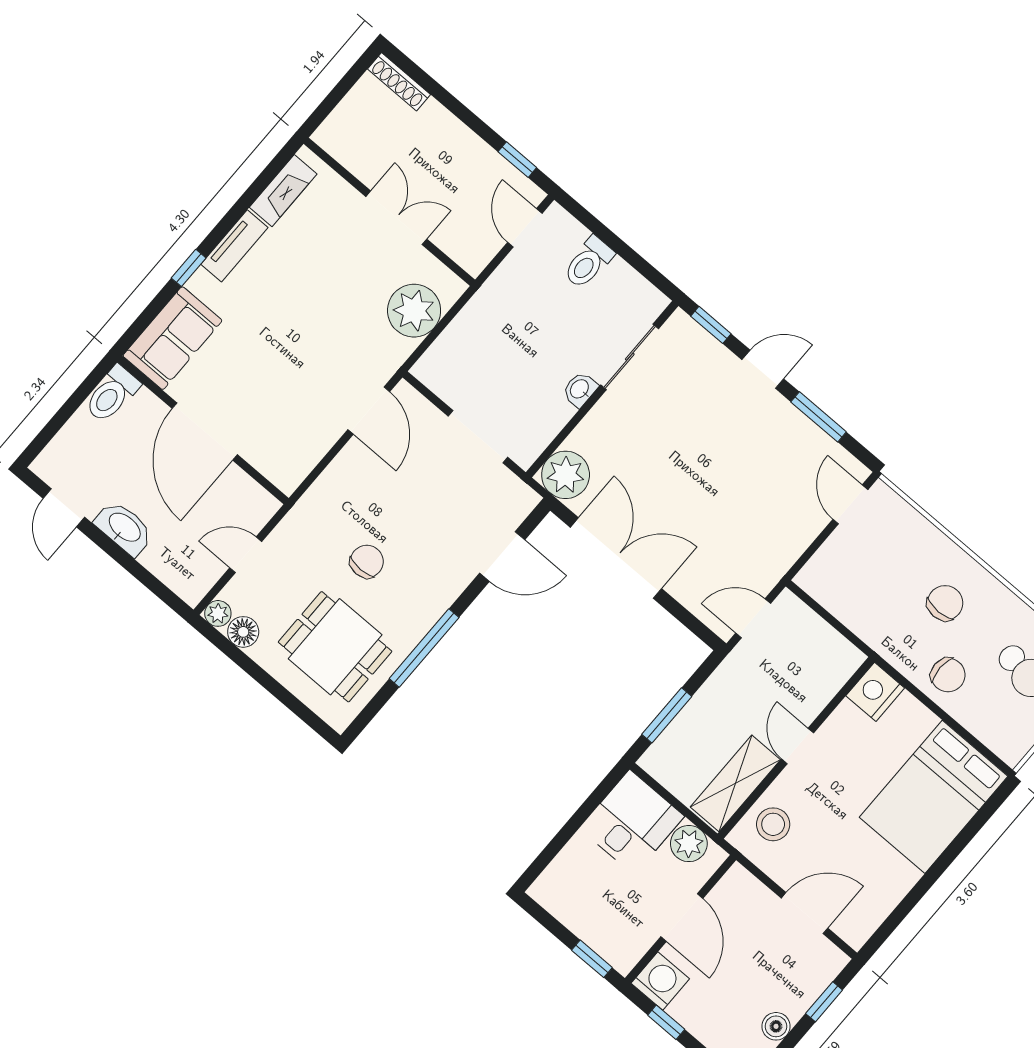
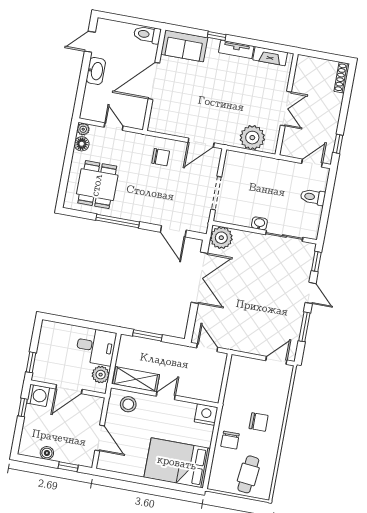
chair: (367, 562) -> (161, 157), moved

